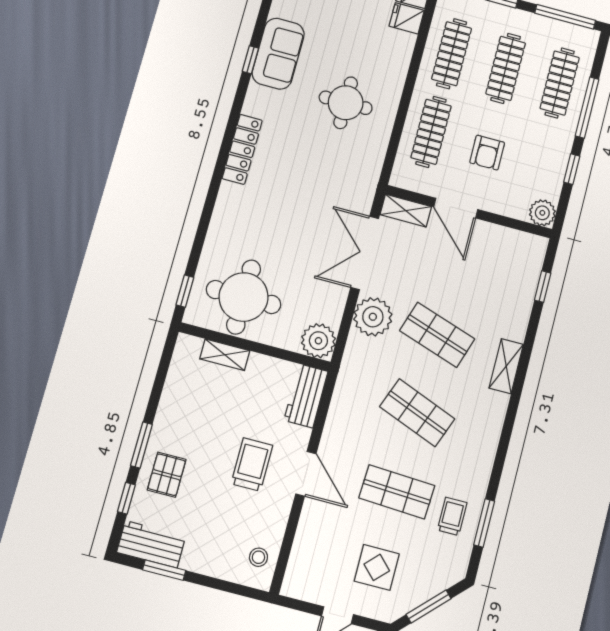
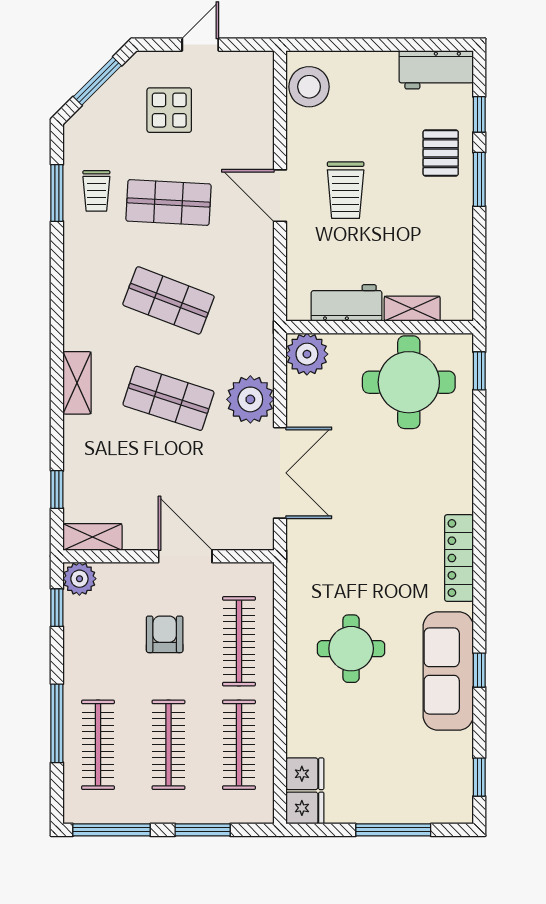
sofa: (278, 54) -> (448, 671), width x1.36
window: (572, 169) -> (57, 608), moved
shelving: (406, 211) -> (92, 537), moved
workbench: (306, 396) -> (347, 303), moved, turned -90
stool: (258, 557) -> (309, 87), width x1.89, depth x1.89
window: (164, 570) -> (413, 45), removed

